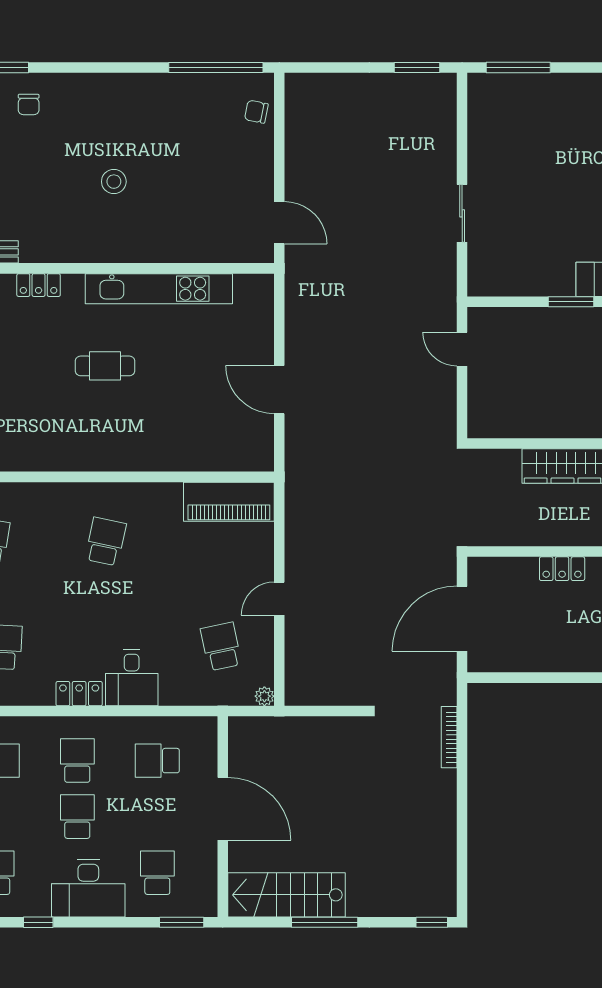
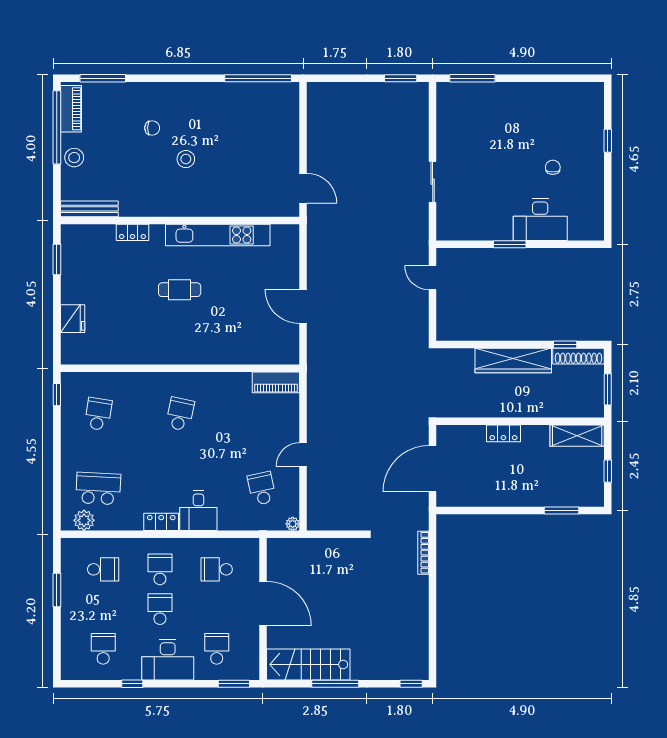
chair: (29, 104) -> (152, 128), moved, turned -90
chair: (256, 112) -> (287, 110), removed
piano: (229, 502) -> (276, 382), width x0.73, depth x0.75

